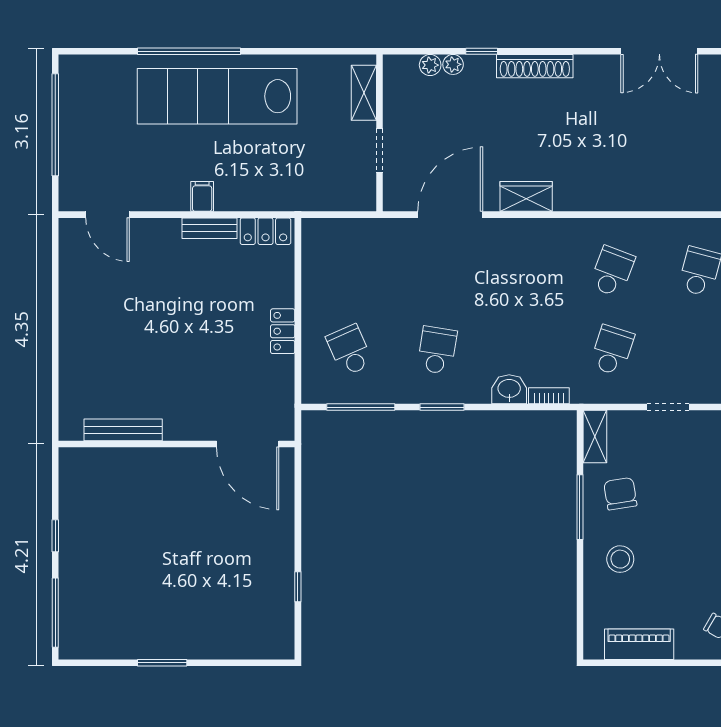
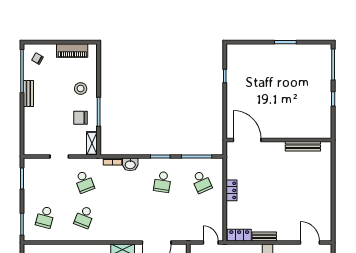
door: (329, 215) -> (211, 243), added
school desk: (612, 350) -> (84, 182), turned -39
chair: (620, 494) -> (81, 118), turned 99

